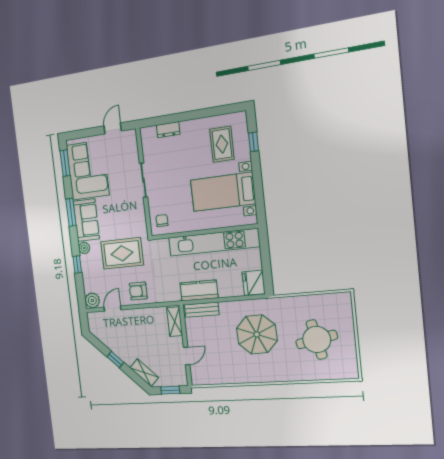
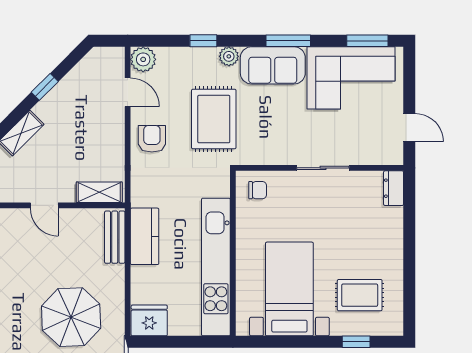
dresser: (168, 130) -> (394, 188), moved

